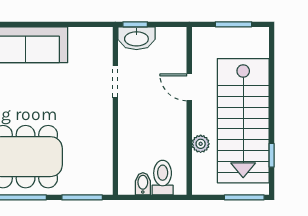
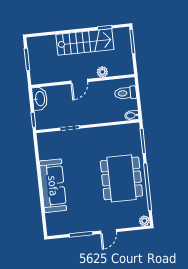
washbasin: (136, 38) -> (40, 99), moved
door: (189, 87) -> (79, 81), moved
stairs: (243, 121) -> (85, 42), width x0.73, depth x0.66
bidet: (143, 184) -> (132, 115), moved

